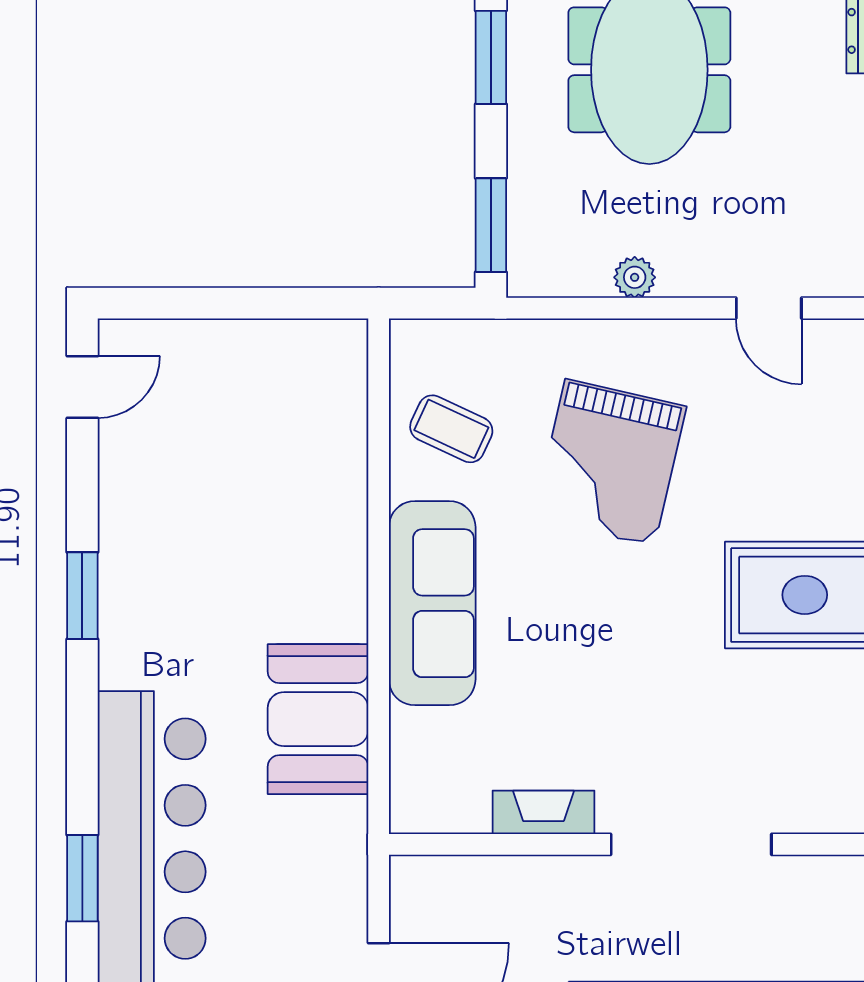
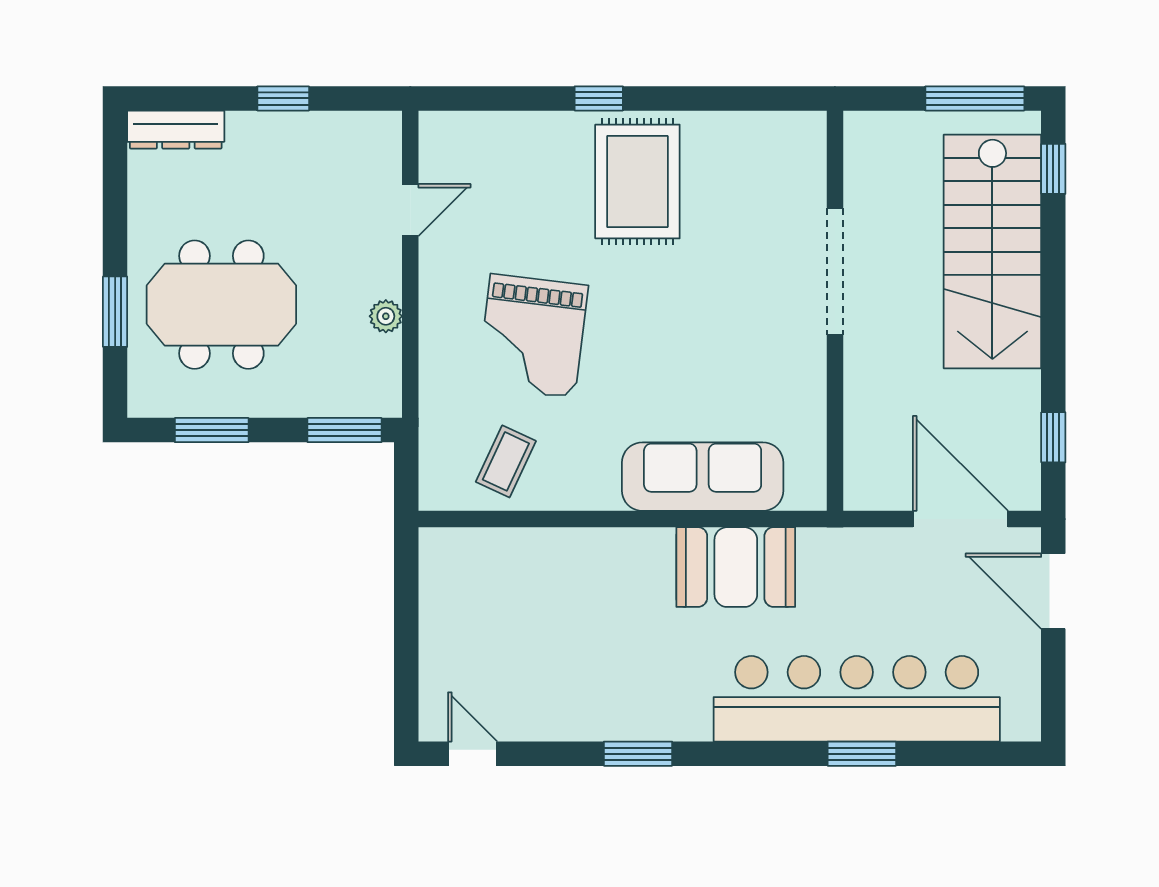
grand piano: (610, 463) -> (533, 336), turned 84
sofa: (432, 603) -> (703, 477), moved
fireplace: (543, 812) -> (810, 388), removed

